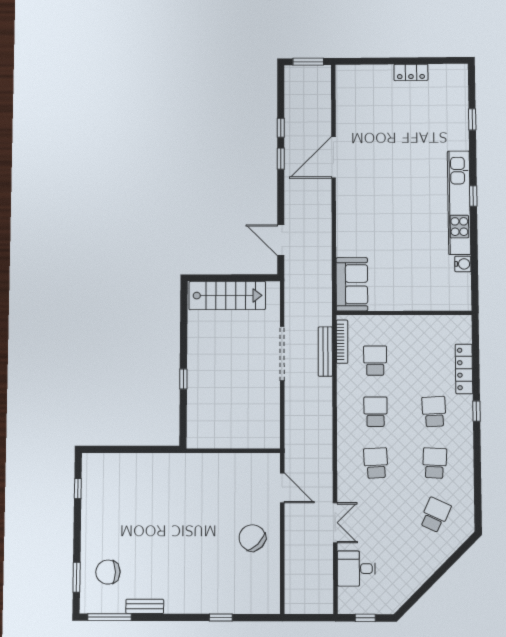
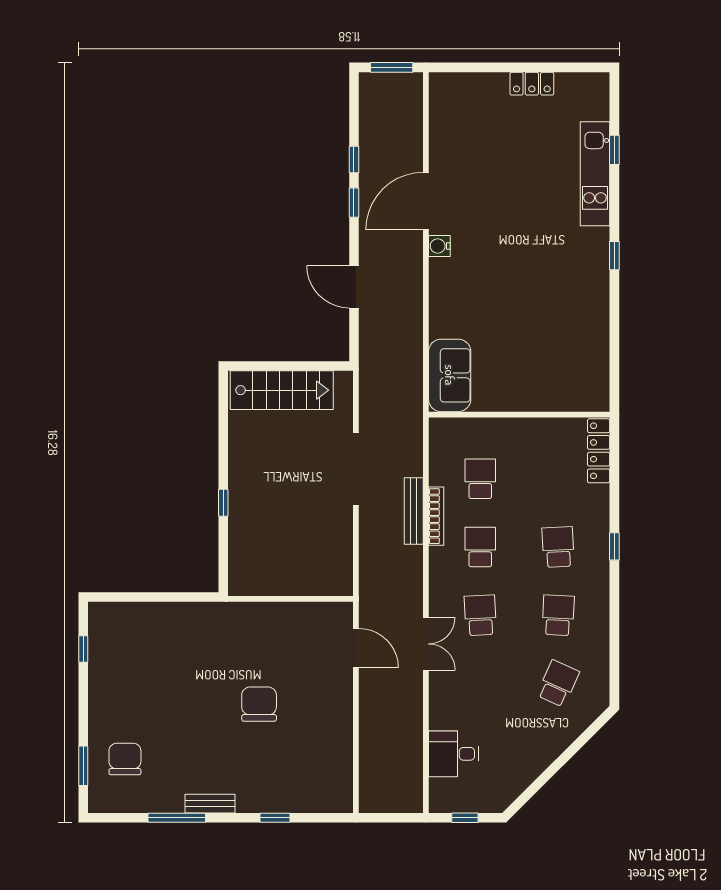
kitchen unit: (459, 203) -> (595, 174), moved, width x0.73
door: (281, 240) -> (354, 287), moved
water cooler: (463, 264) -> (439, 246), moved, turned 180
bookcase: (342, 342) -> (436, 516), moved
bench: (325, 352) -> (414, 511), moved
locker: (464, 369) -> (599, 451), moved
double door: (335, 523) -> (426, 644), moved
chair: (252, 538) -> (259, 704), moved, turned 45
chair: (108, 572) -> (125, 759), turned 90
bench: (145, 606) -> (210, 804), moved
window: (109, 617) -> (177, 818), moved

